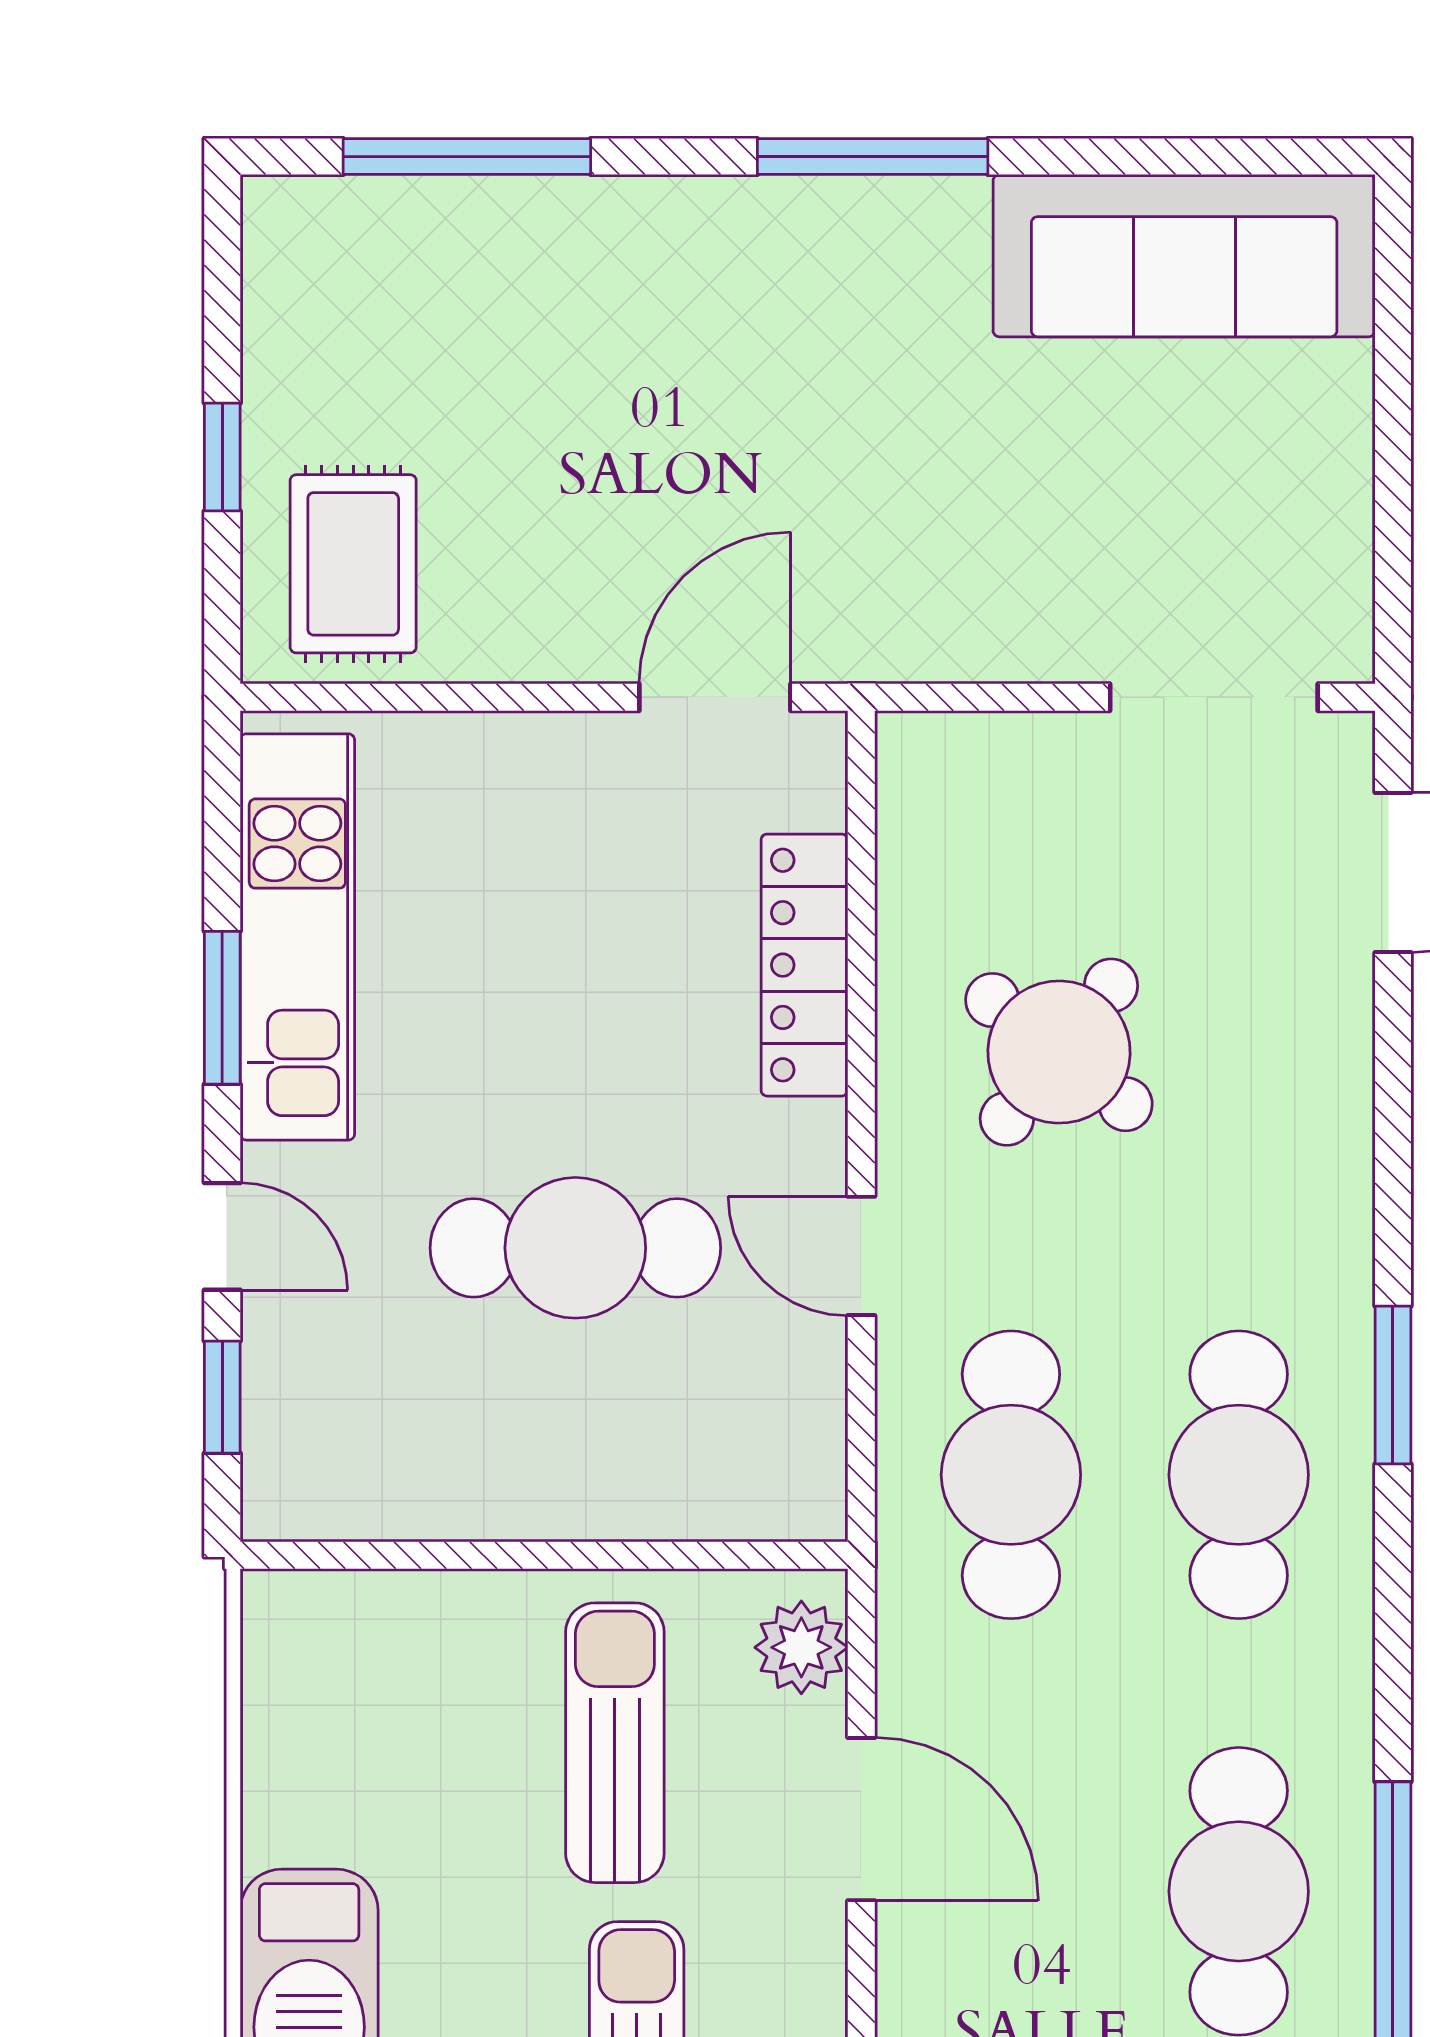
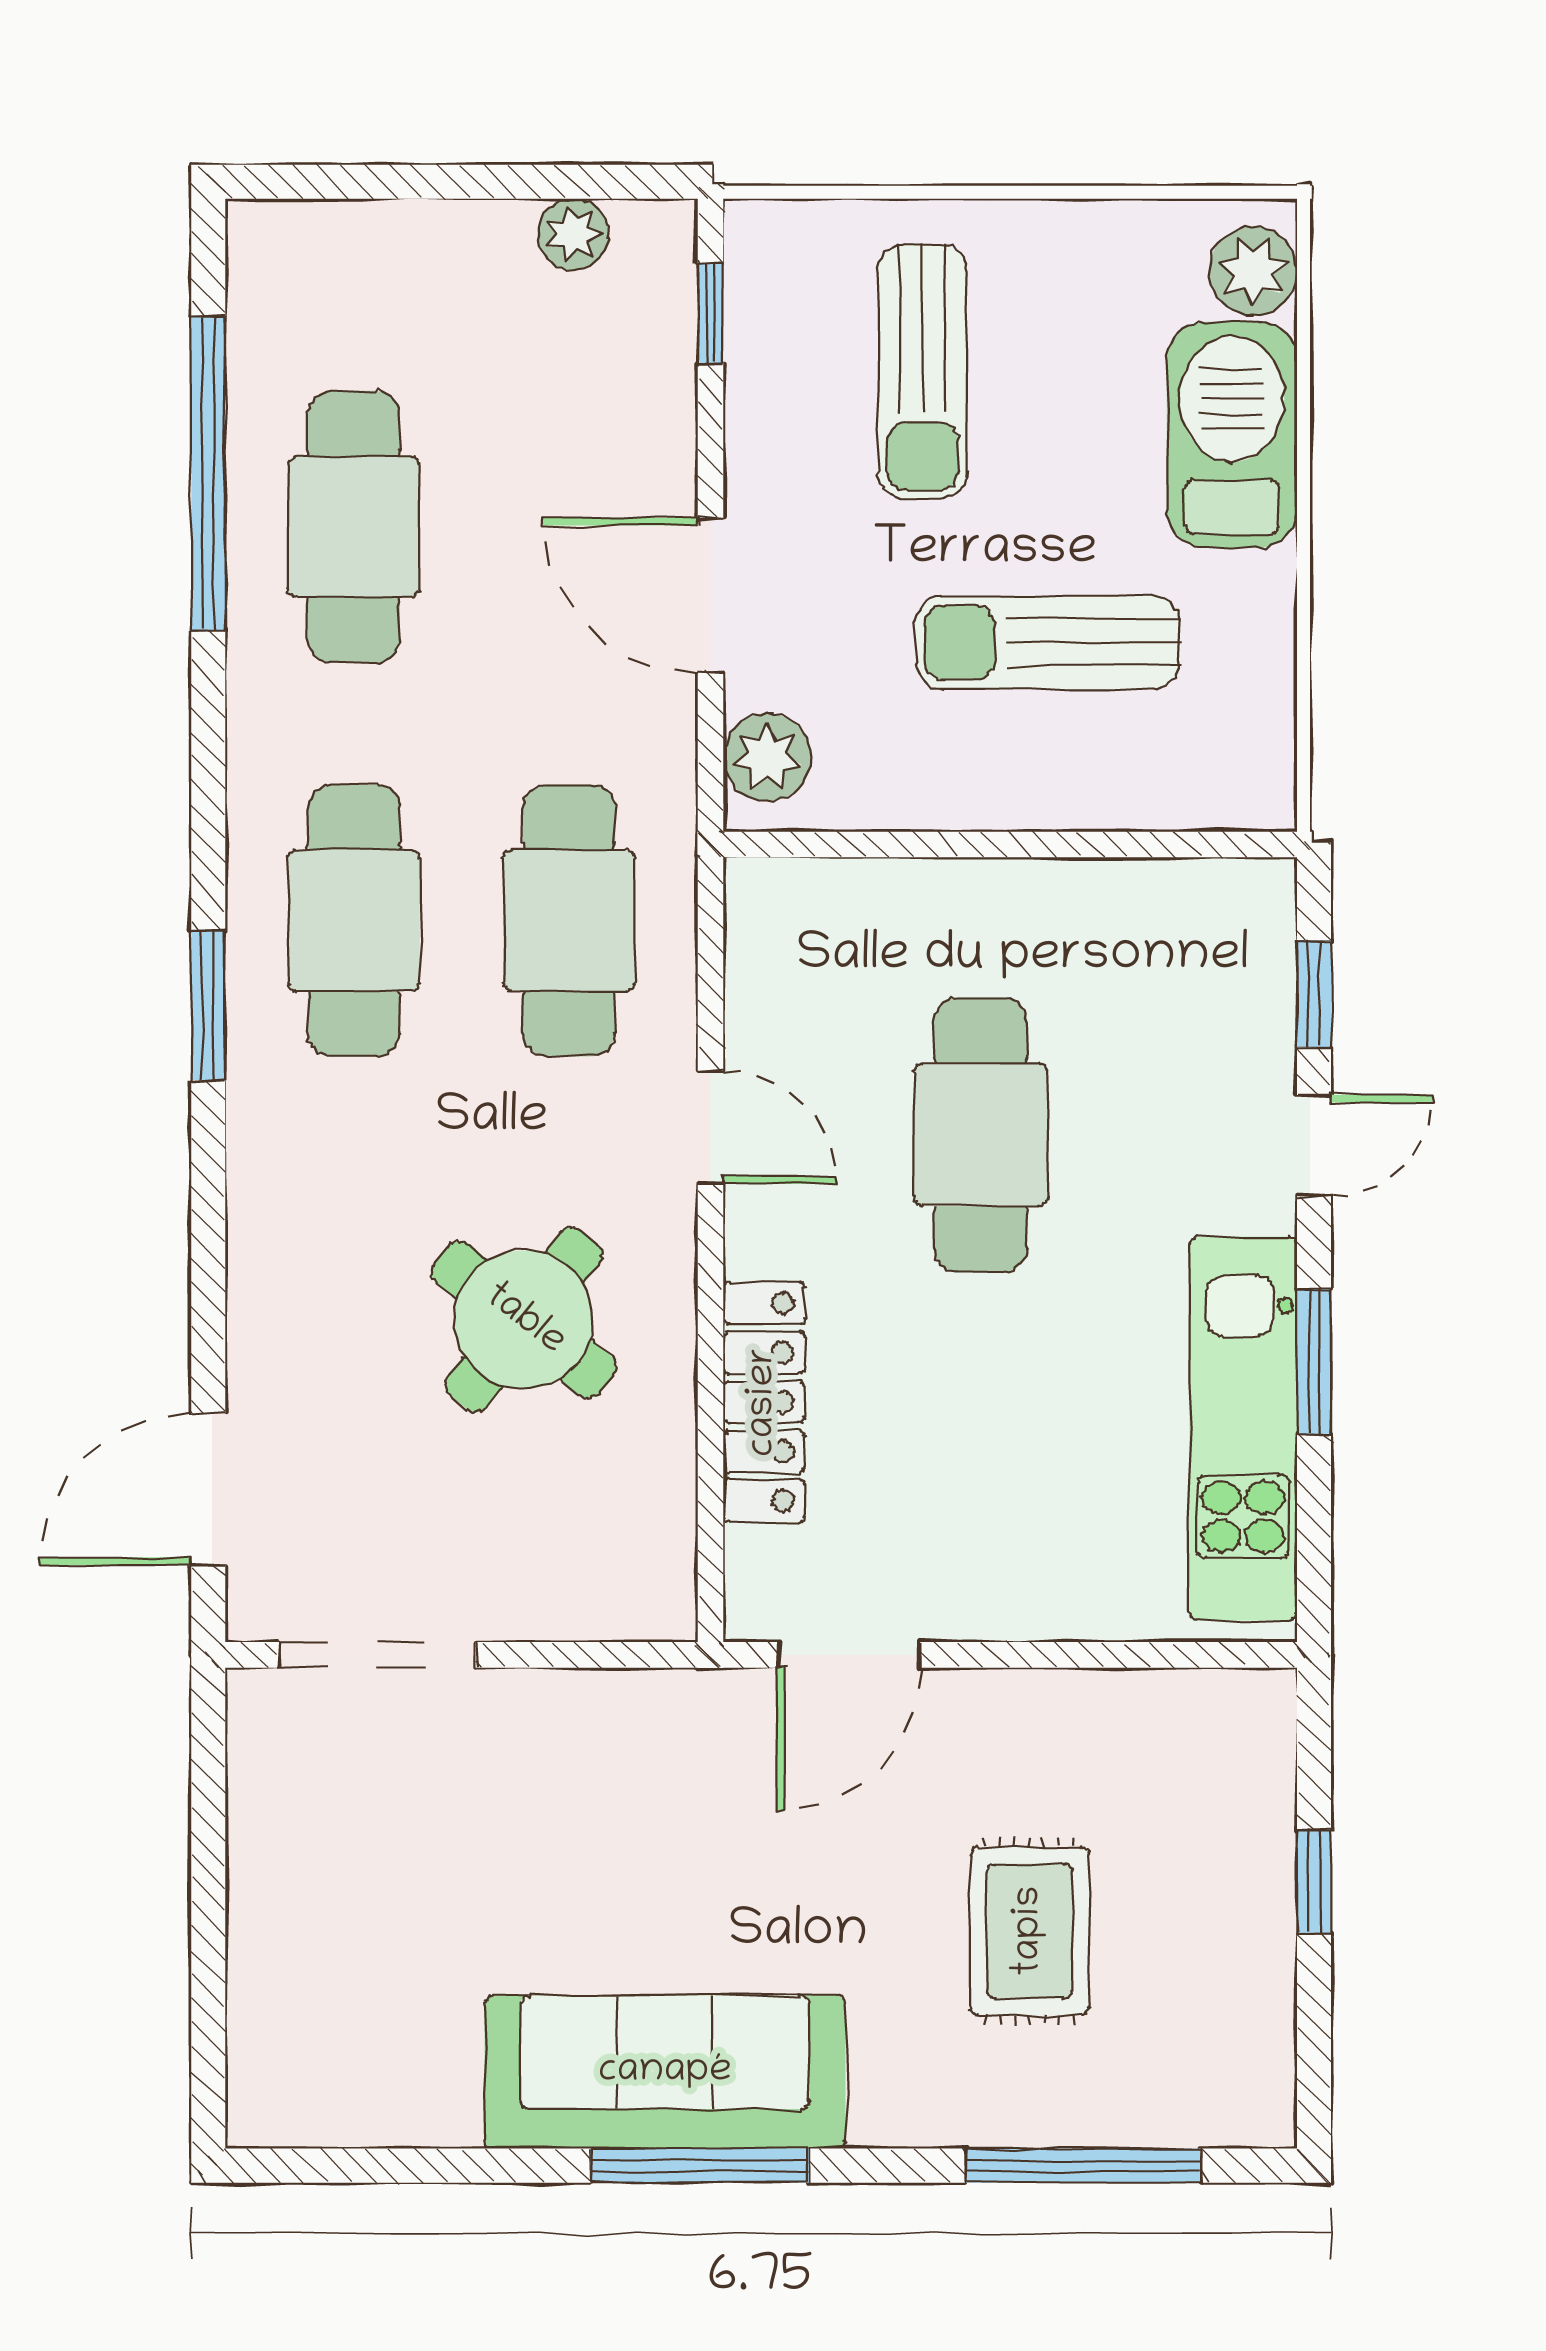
sofa: (1184, 256) -> (665, 2072), moved
rug: (353, 564) -> (1030, 1931), moved
door: (222, 1236) -> (1314, 1146), swing flipped
cafe table: (575, 1248) -> (981, 1135), turned 90
sun lounger: (615, 1743) -> (1048, 642), moved, turned 90

